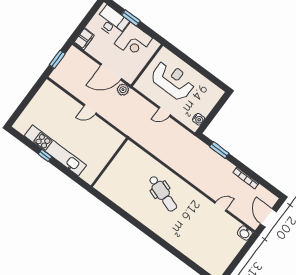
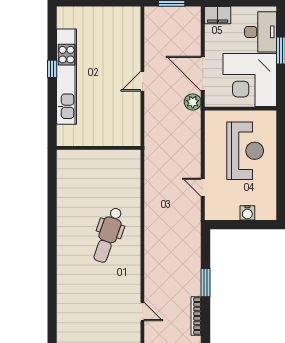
corner desk: (133, 41) -> (250, 80), width x1.36, depth x1.36
door: (90, 109) -> (142, 81), hinge flipped
door: (164, 112) -> (203, 187), moved
water cooler: (199, 119) -> (247, 213), moved
window: (219, 150) -> (205, 283), moved

